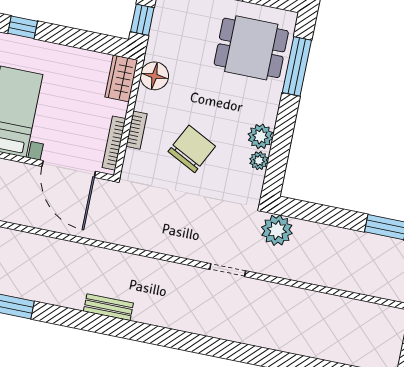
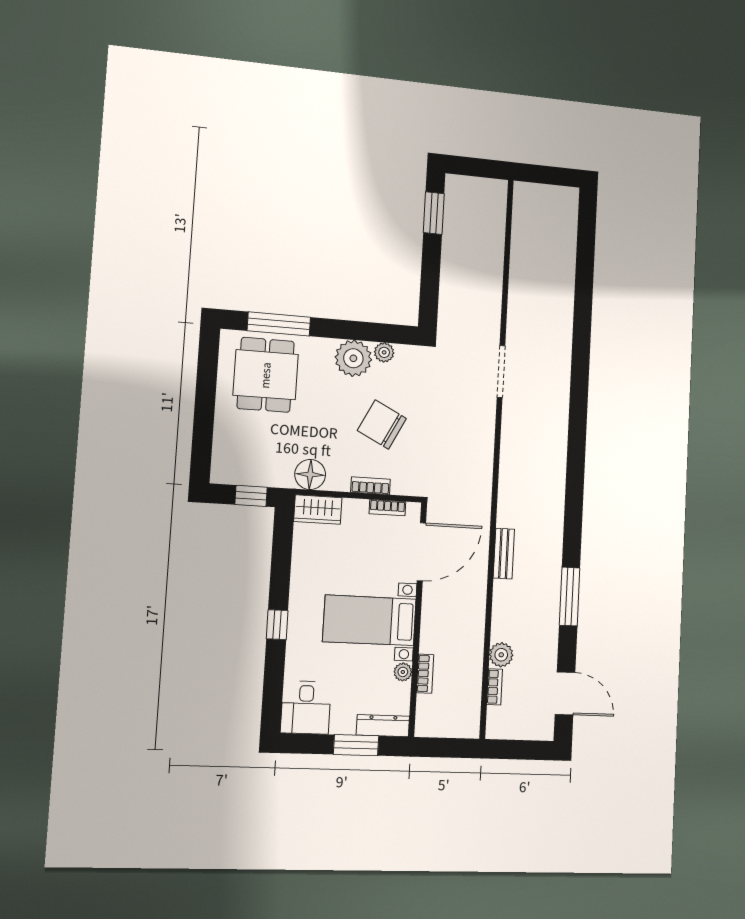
plant: (260, 136) -> (353, 358), width x1.36, depth x1.36
bookcase: (114, 143) -> (387, 508), width x0.64
plant: (277, 230) -> (453, 325), removed
doorway: (228, 270) -> (501, 371), width x1.38
bench: (108, 307) -> (504, 554), moved

